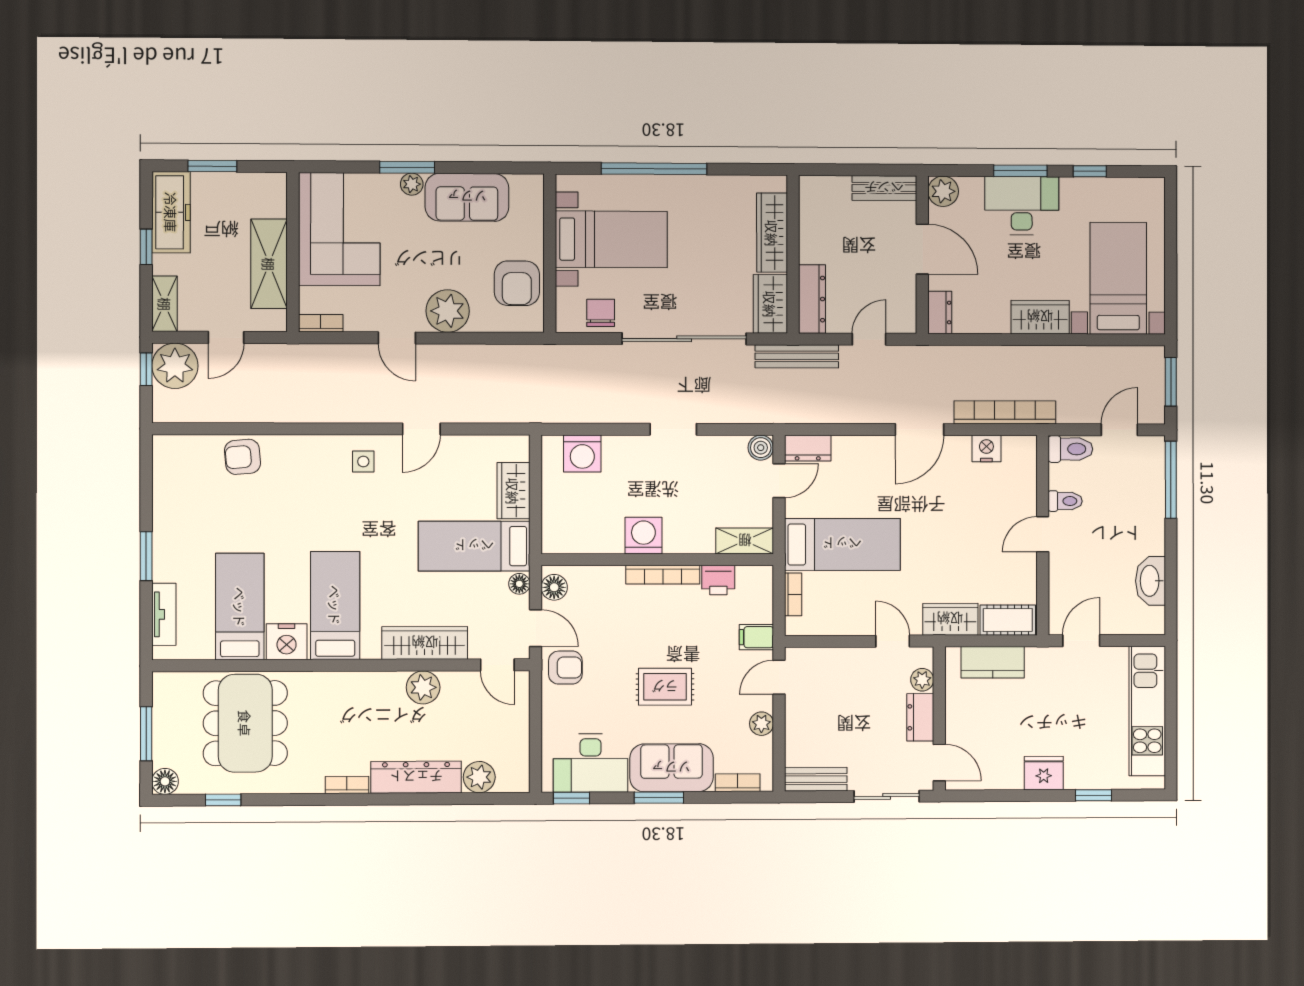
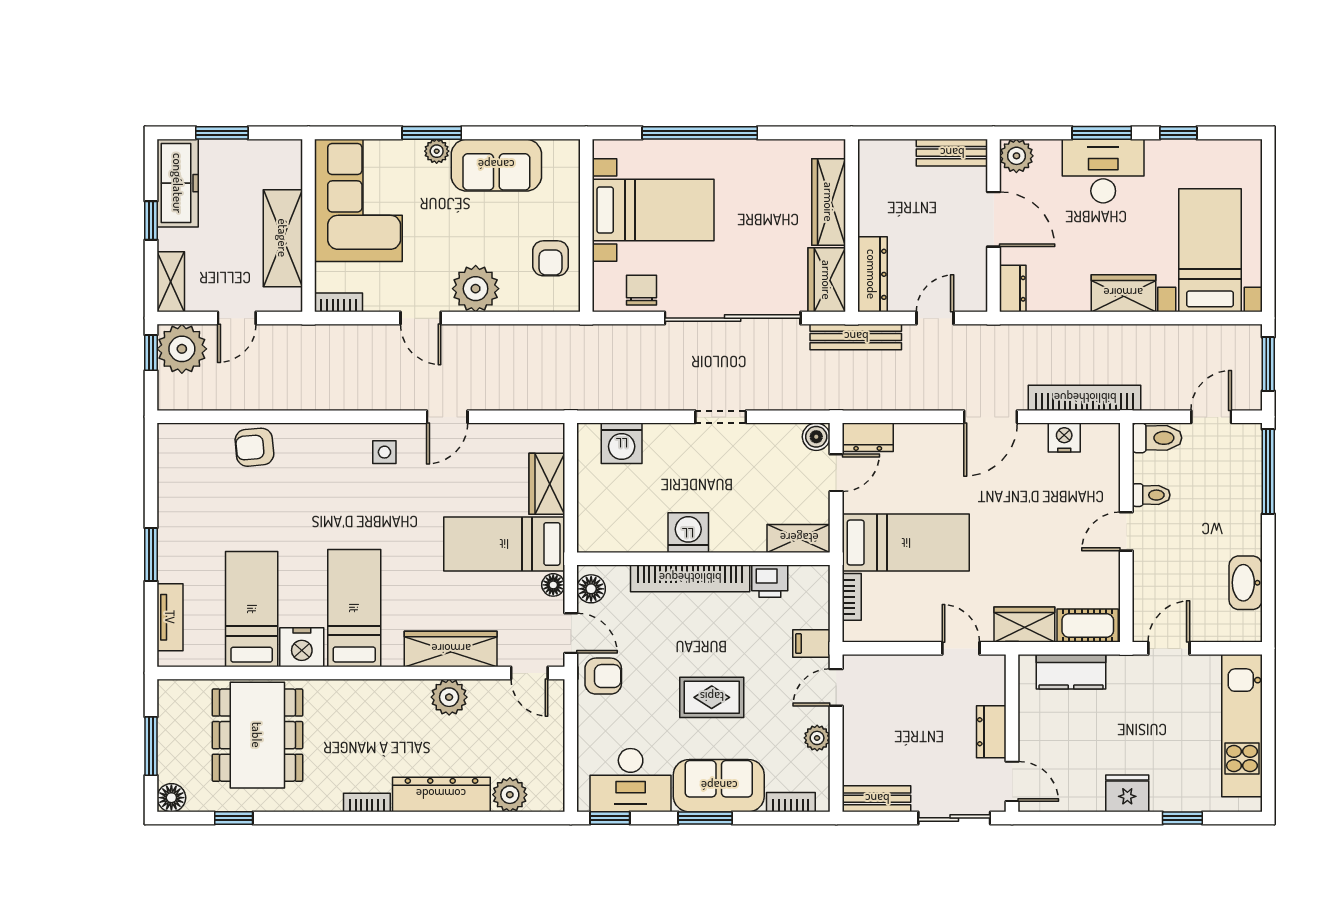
armchair: (517, 283) -> (551, 258), width x0.72, depth x0.72
bookcase: (663, 575) -> (690, 578), width x1.48, depth x1.31
plant: (922, 680) -> (993, 691), removed

